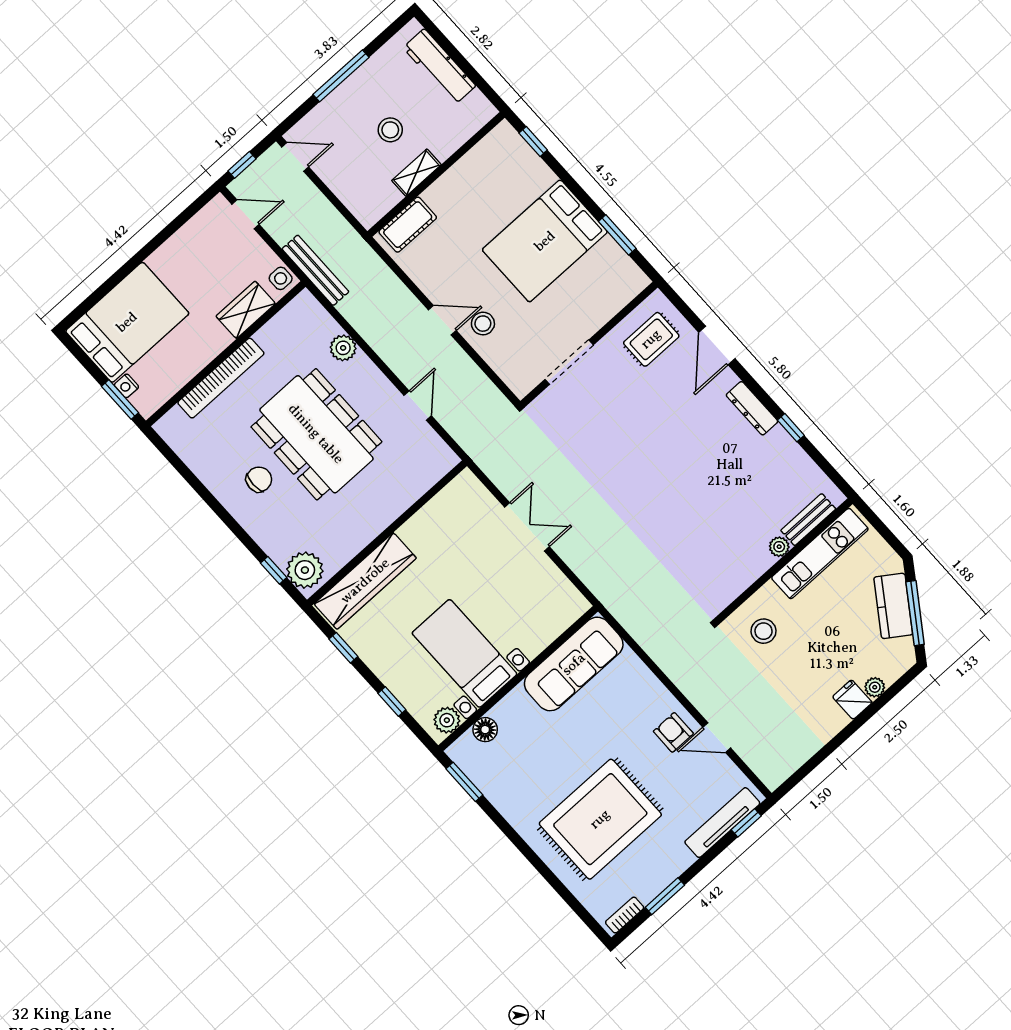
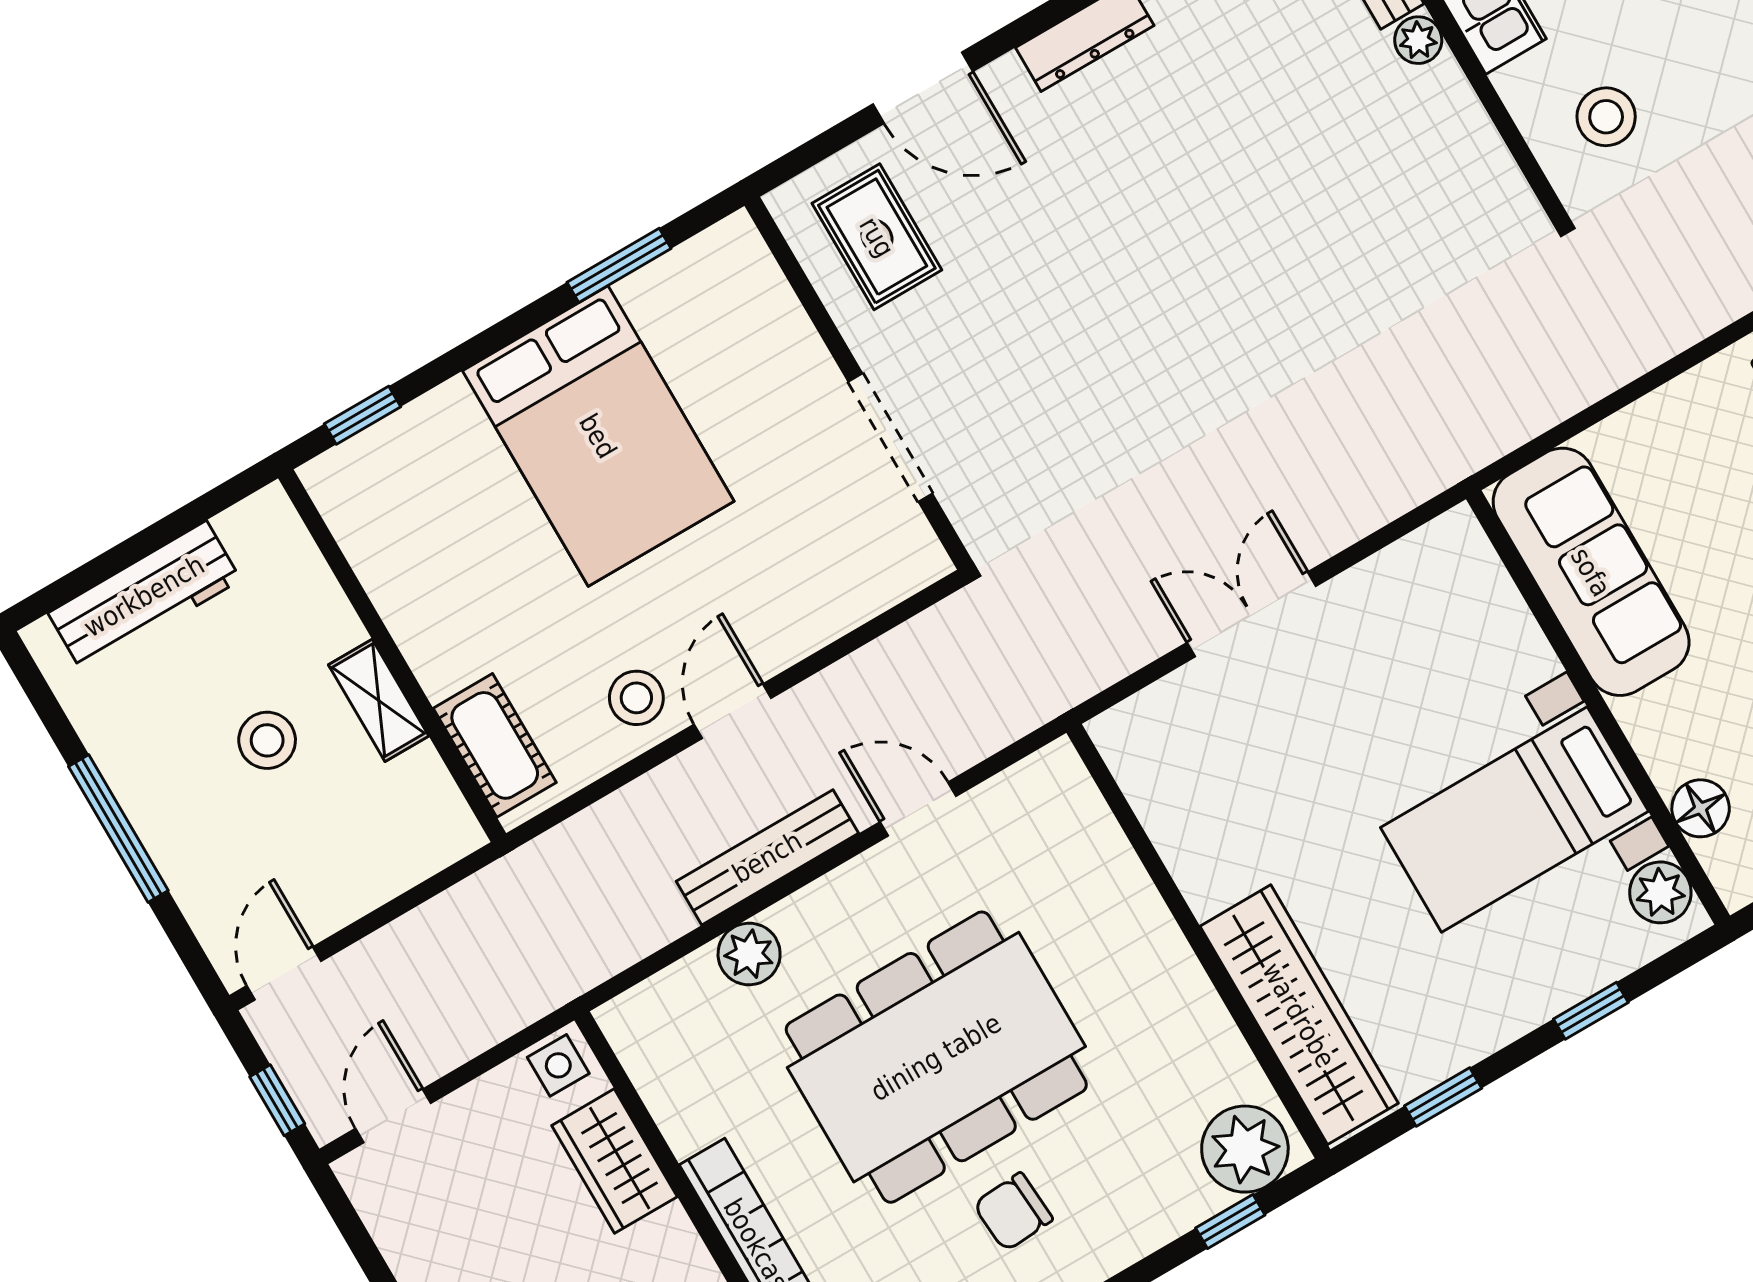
bench: (315, 270) -> (767, 857), moved
stool: (483, 324) -> (636, 698), moved
chair: (259, 479) -> (1013, 1212), turned -94

